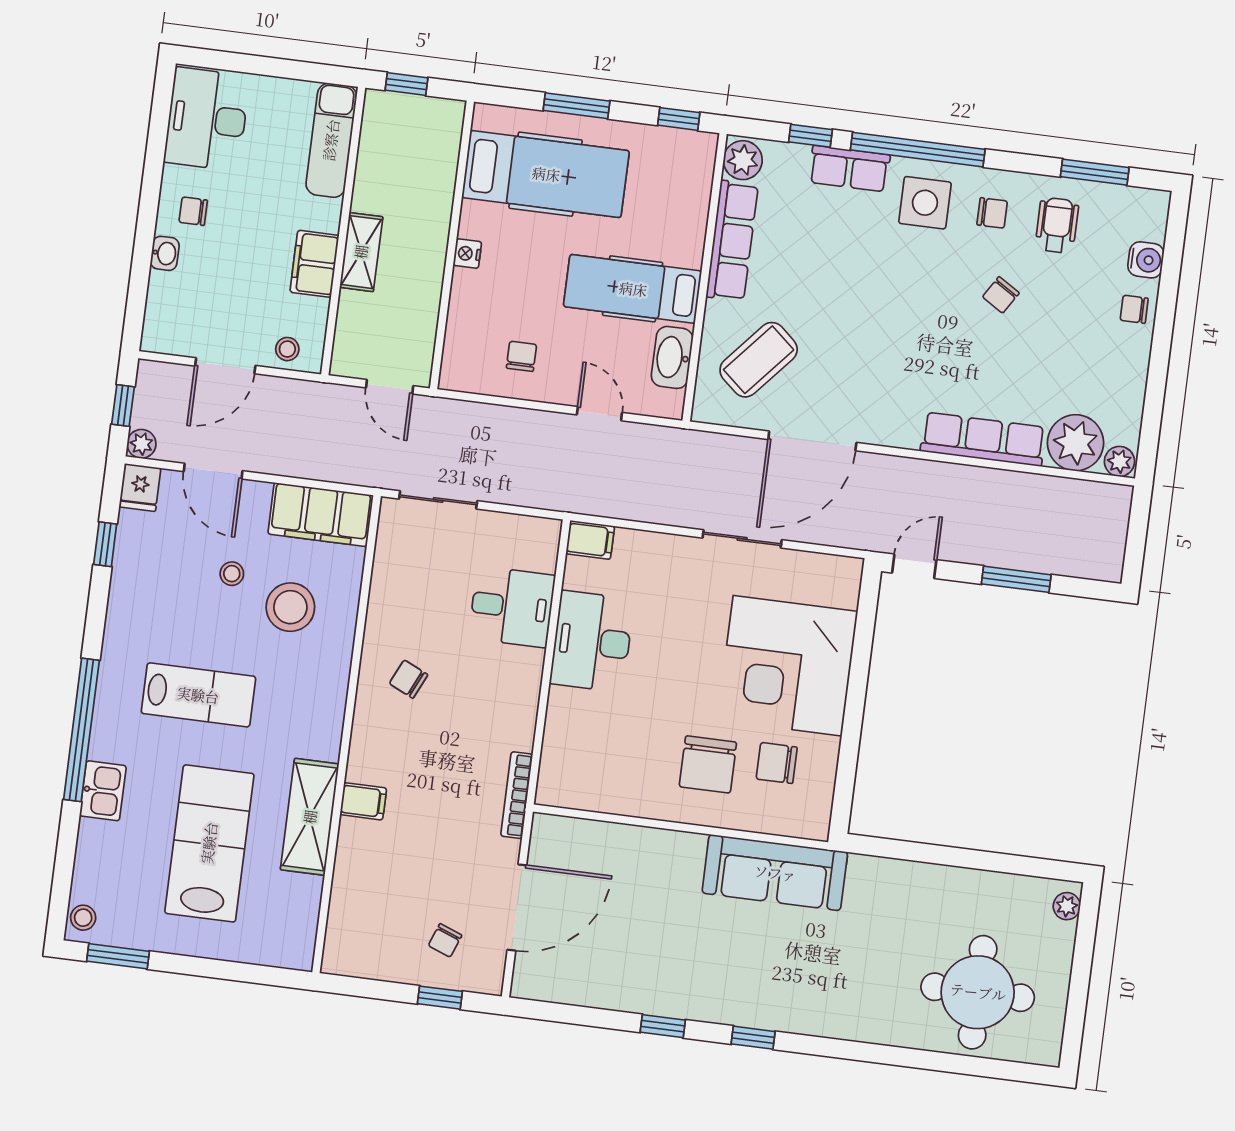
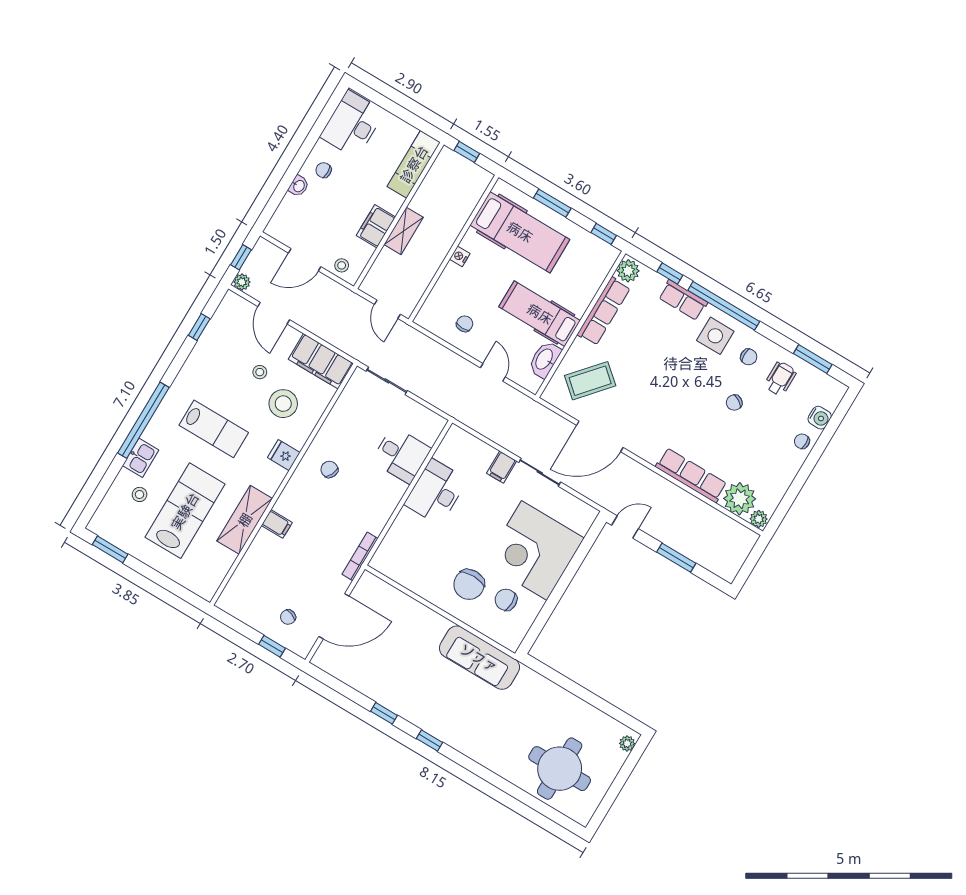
fridge: (140, 487) -> (284, 455), moved, turned 90
filing cabinet: (590, 540) -> (502, 467), moved, turned 90
stool: (83, 918) -> (139, 494), moved

